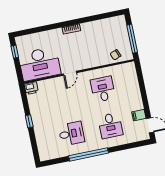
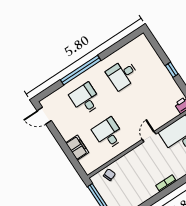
desk: (103, 89) -> (108, 134), turned 180
filing cabinet: (139, 115) -> (77, 148), moved, width x2.00
window: (88, 154) -> (81, 70), moved

